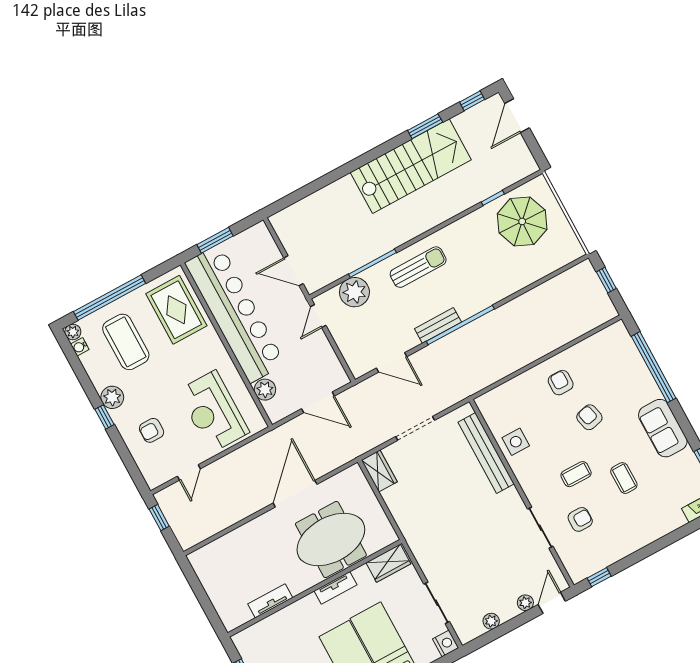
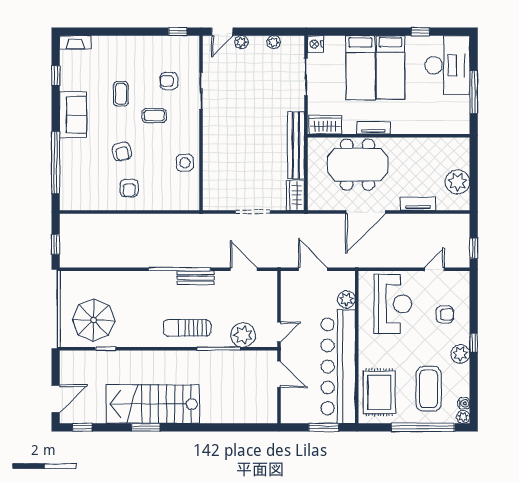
window: (425, 126) -> (146, 427), moved
bench: (486, 453) -> (296, 145), moved
plant: (215, 579) -> (458, 182), added
tv unit: (270, 601) -> (418, 204), moved, turned 180

